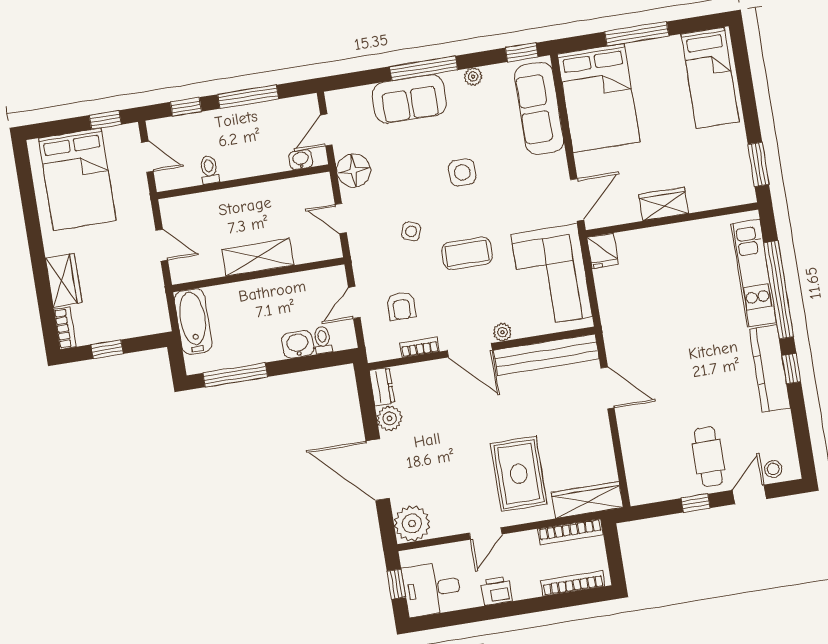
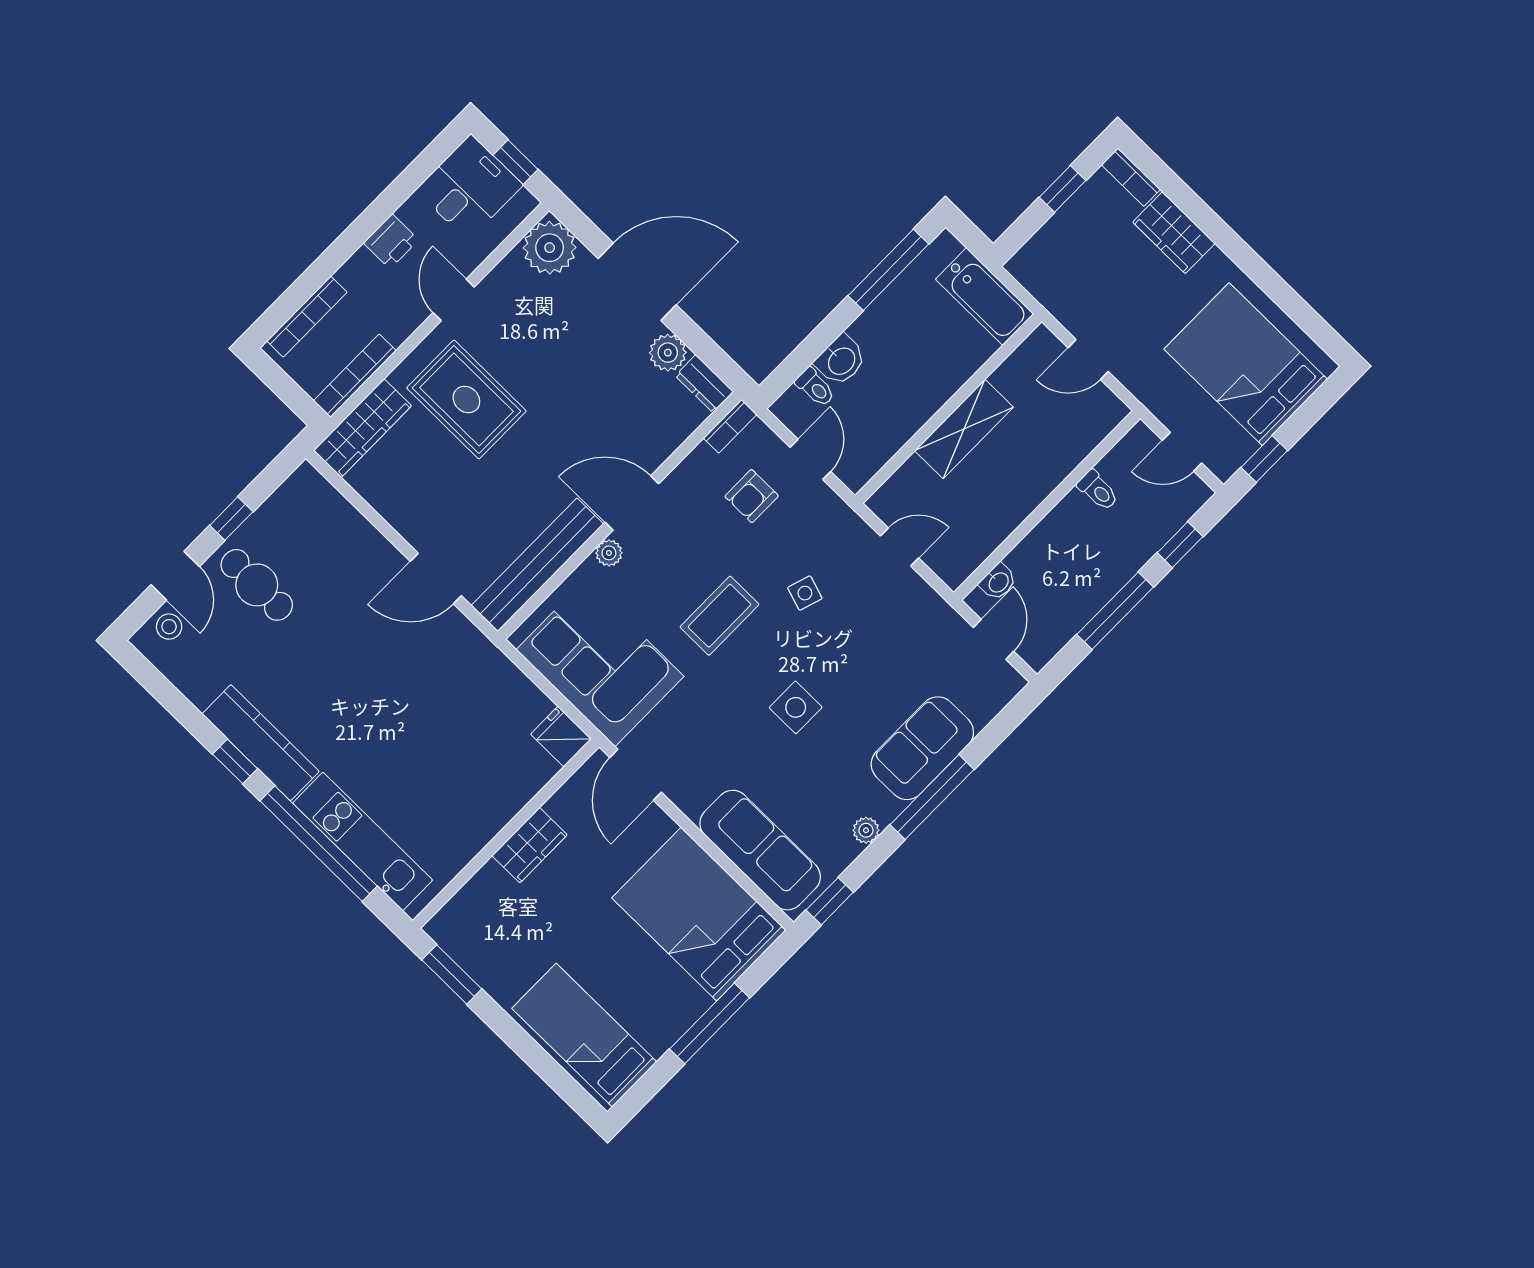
floor lamp: (354, 171) -> (926, 615), removed
armchair: (401, 306) -> (752, 496), turned -90
bookcase: (420, 347) -> (730, 426), moved

